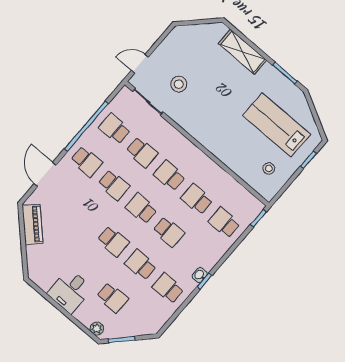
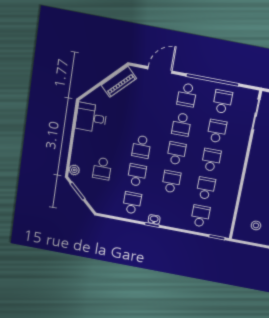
school desk: (142, 152) -> (217, 131), turned 180
school desk: (169, 232) -> (171, 182), turned 180
desk: (70, 291) -> (91, 118), moved

